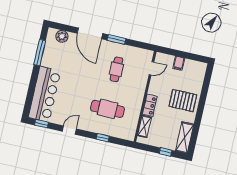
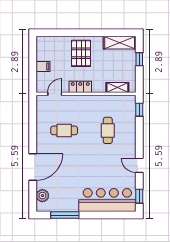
window: (116, 39) -> (33, 138), removed
door: (152, 68) -> (55, 94), hinge flipped
locker: (150, 105) -> (80, 87), moved
cafe table: (107, 109) -> (108, 130), width x0.73, depth x0.74
window: (103, 138) -> (139, 110), moved

